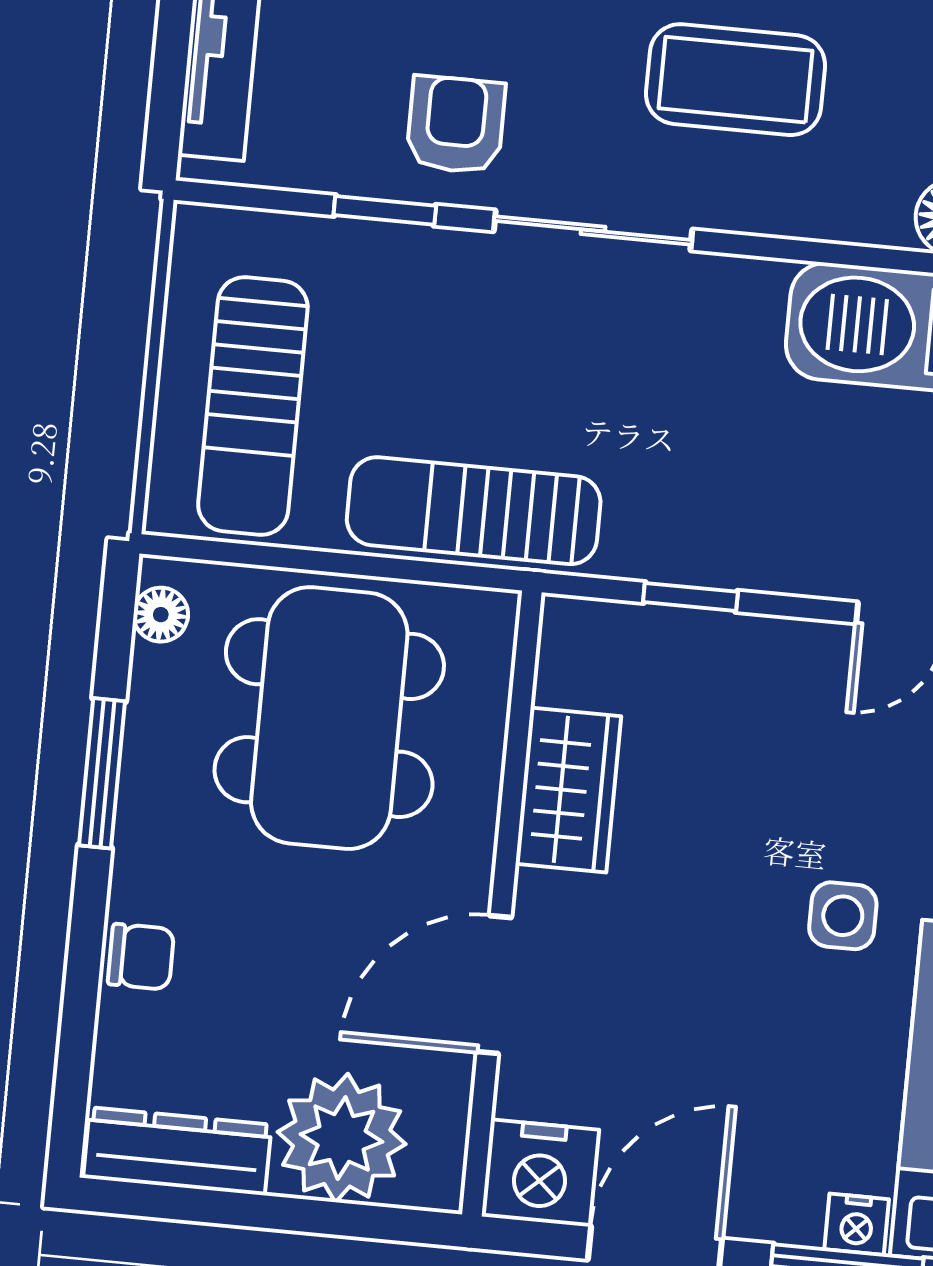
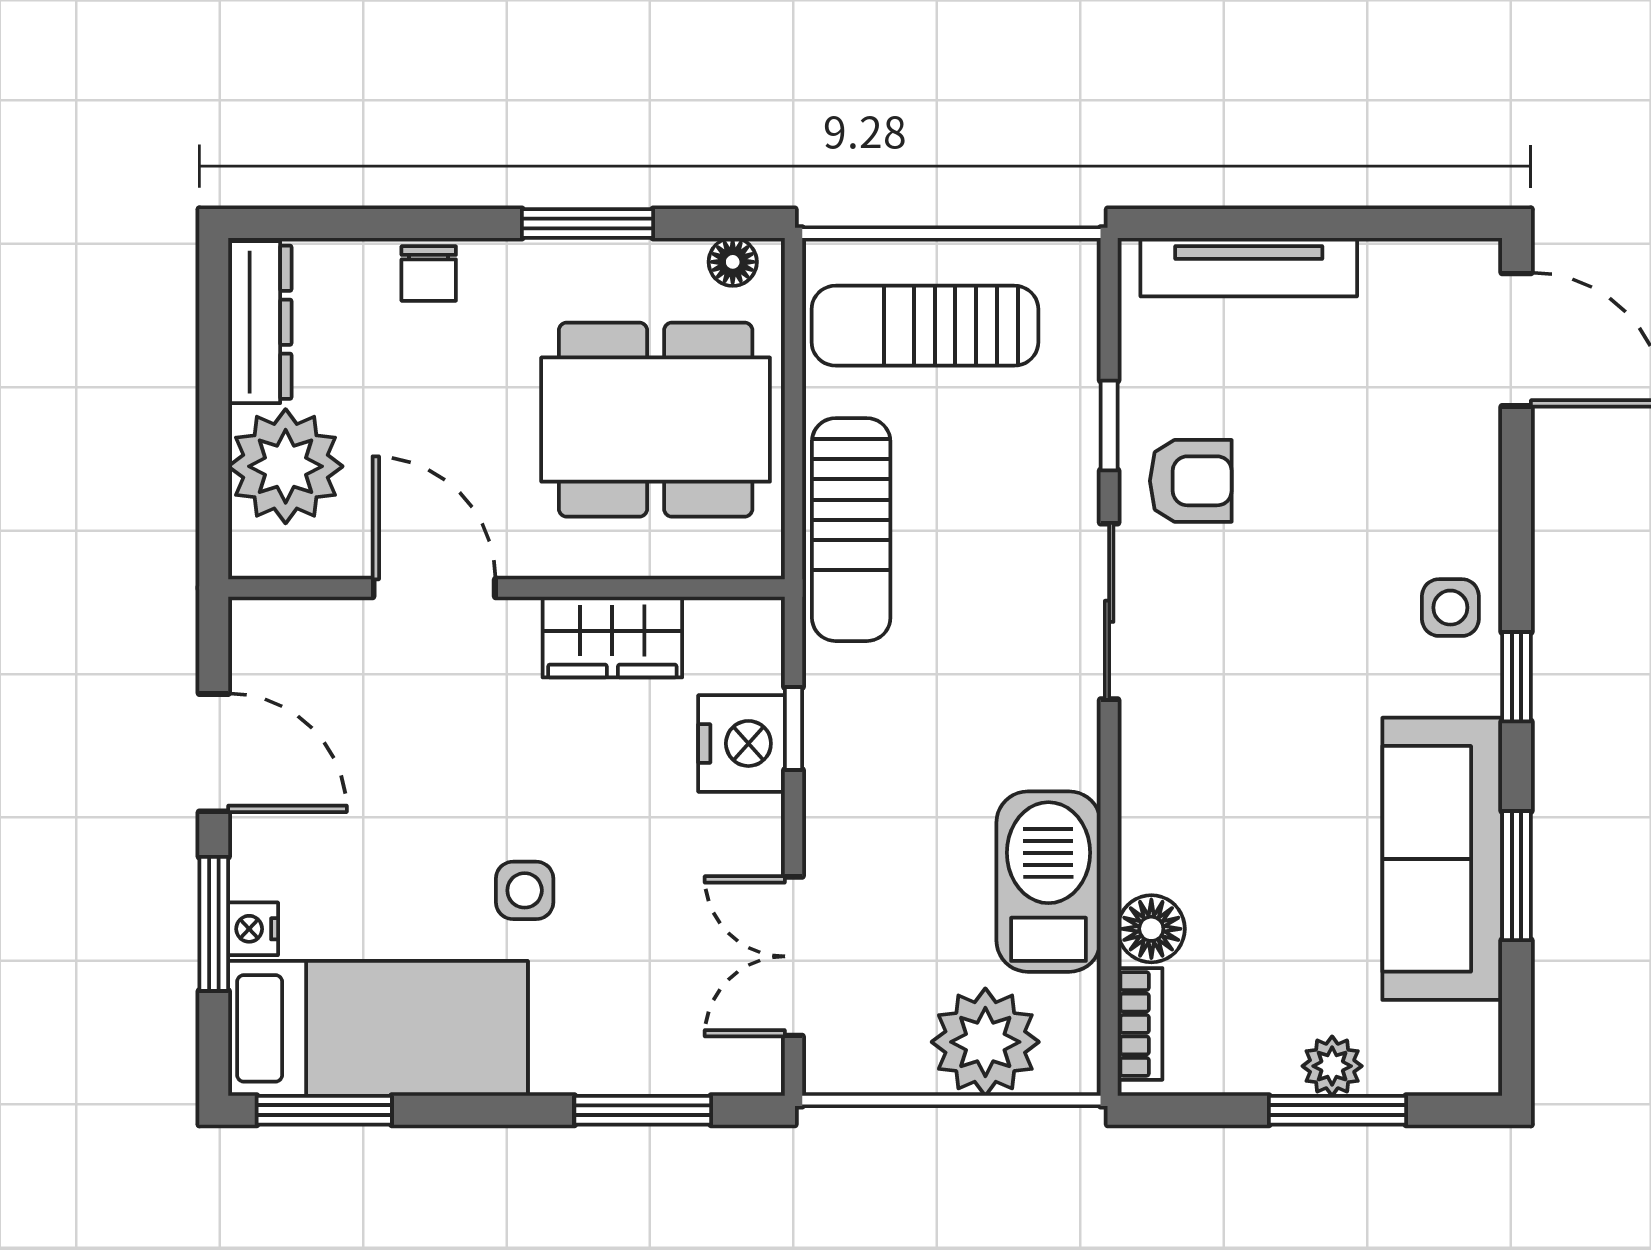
coffee table: (736, 80) -> (1255, 724), removed
sun lounger: (474, 511) -> (851, 530), turned 180
nightstand: (540, 1173) -> (742, 743), moved, turned 180

